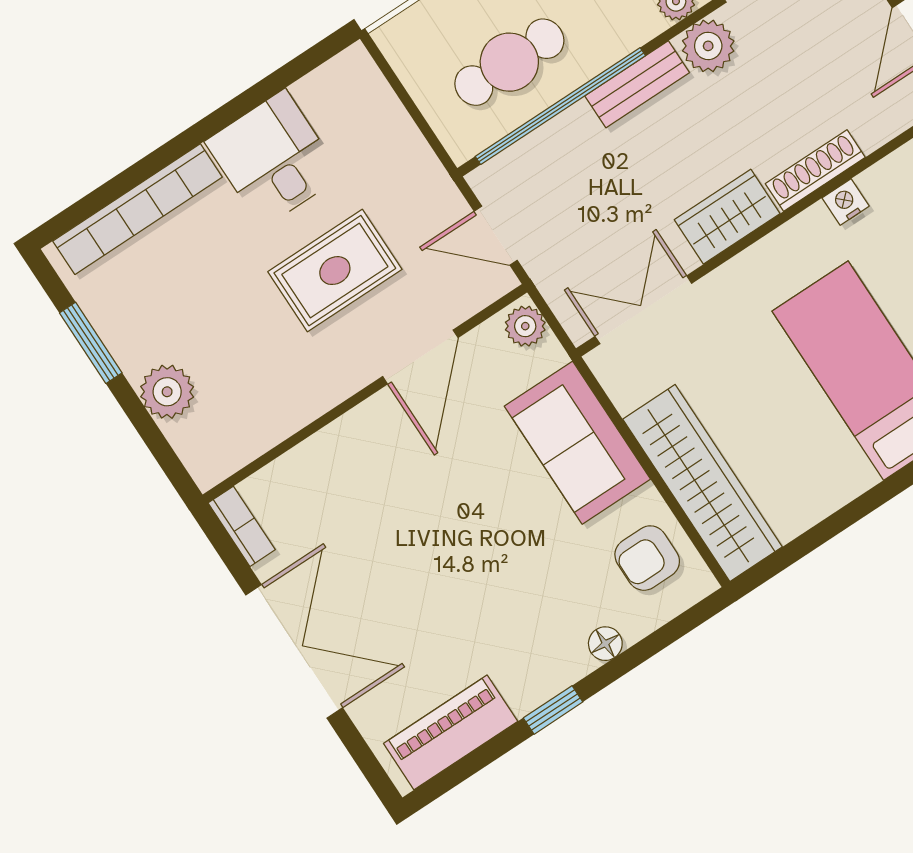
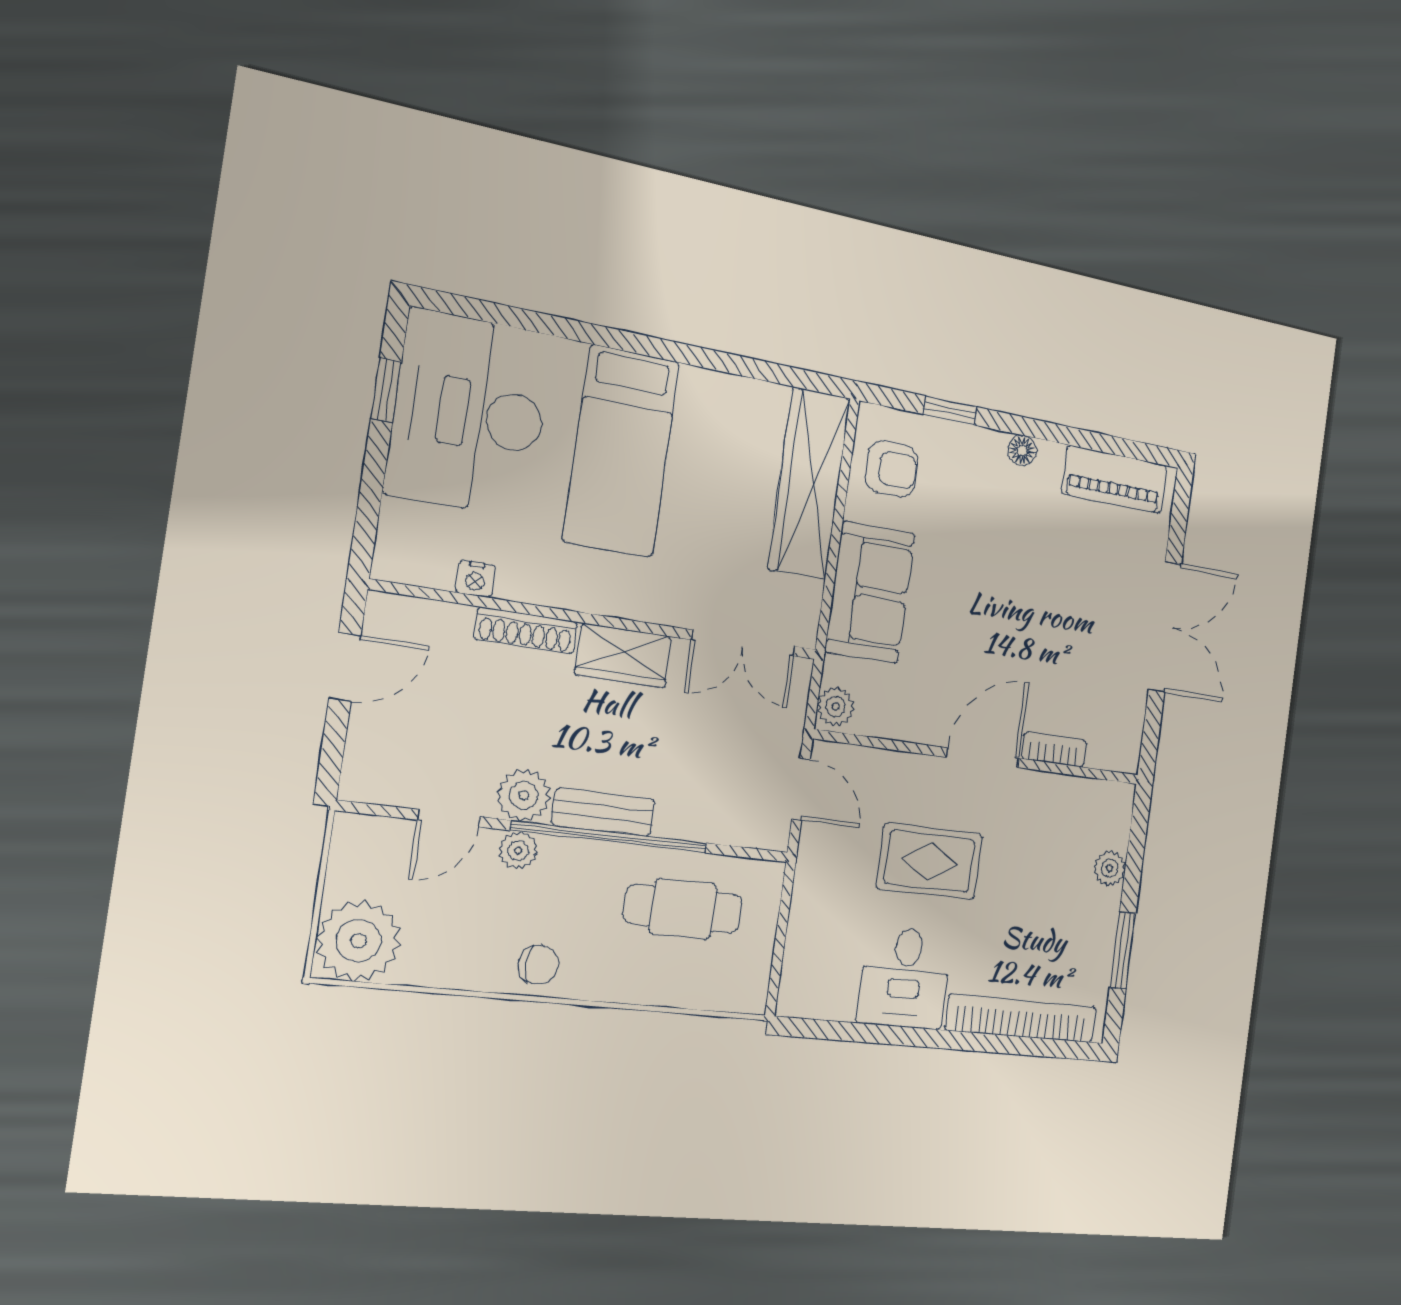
window: (560, 106) -> (610, 837), moved
nightstand: (846, 202) -> (475, 579), moved
door: (420, 357) -> (983, 758), moved
plant: (167, 392) -> (1110, 868), width x0.73, depth x0.73
bookcase: (242, 526) -> (1054, 749), moved, turned 90
floor lamp: (605, 644) -> (1022, 450), moved
double door: (294, 651) -> (1165, 627), swing flipped
window: (553, 710) -> (950, 410), moved

